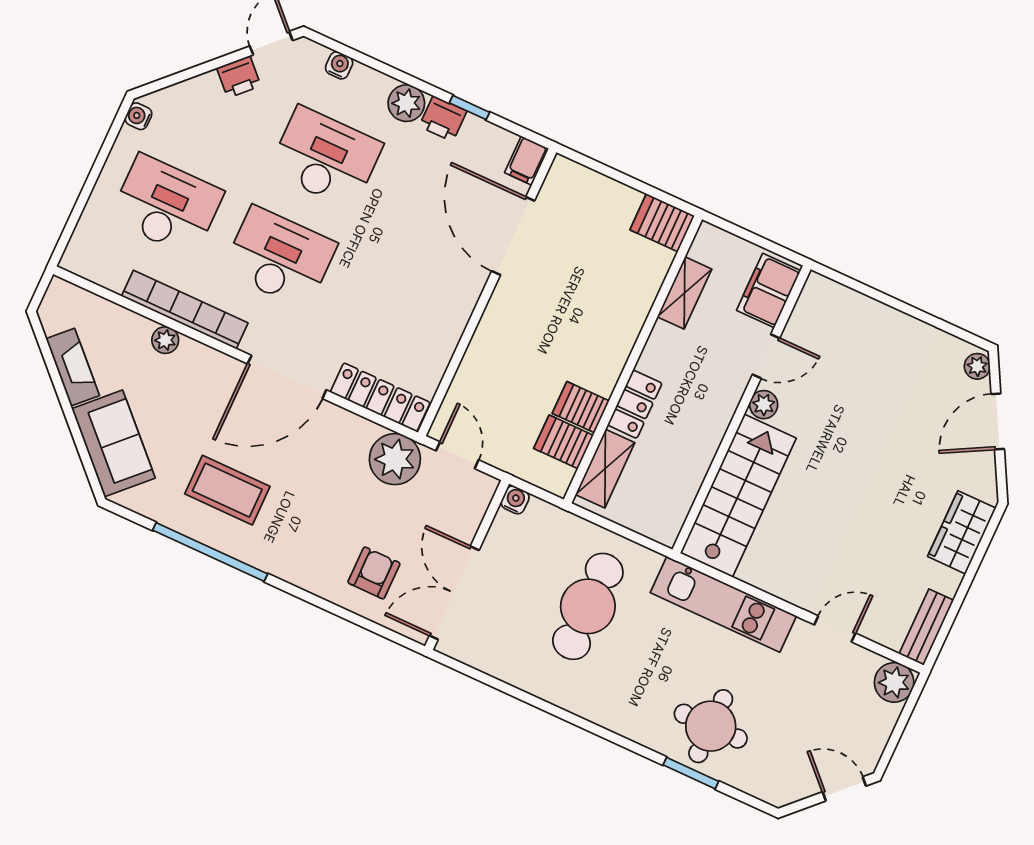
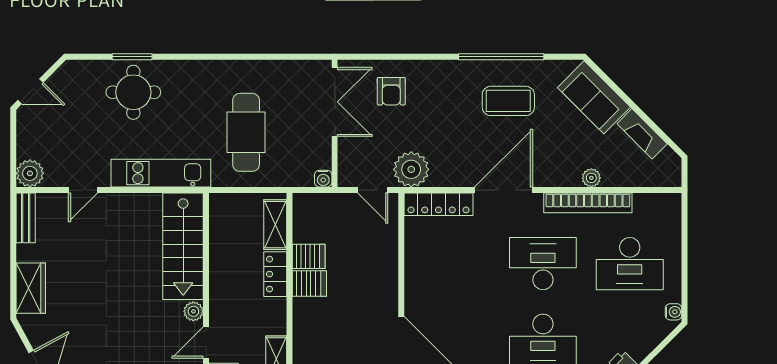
desk: (280, 257) -> (543, 264), turned 180
server rack: (564, 442) -> (309, 283), moved

